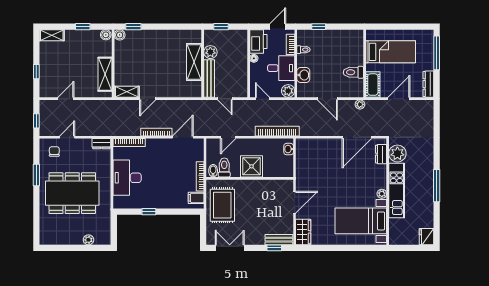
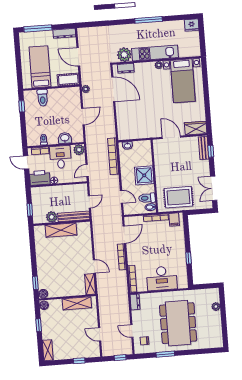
window: (319, 27) -> (22, 106), moved
toilet: (353, 72) -> (43, 98), moved
door: (183, 137) -> (124, 235), swing flipped

